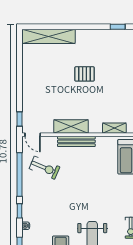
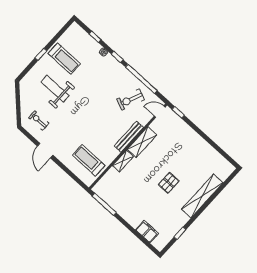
shelving: (48, 36) -> (202, 196), moved
shelving: (114, 128) -> (123, 161), moved

